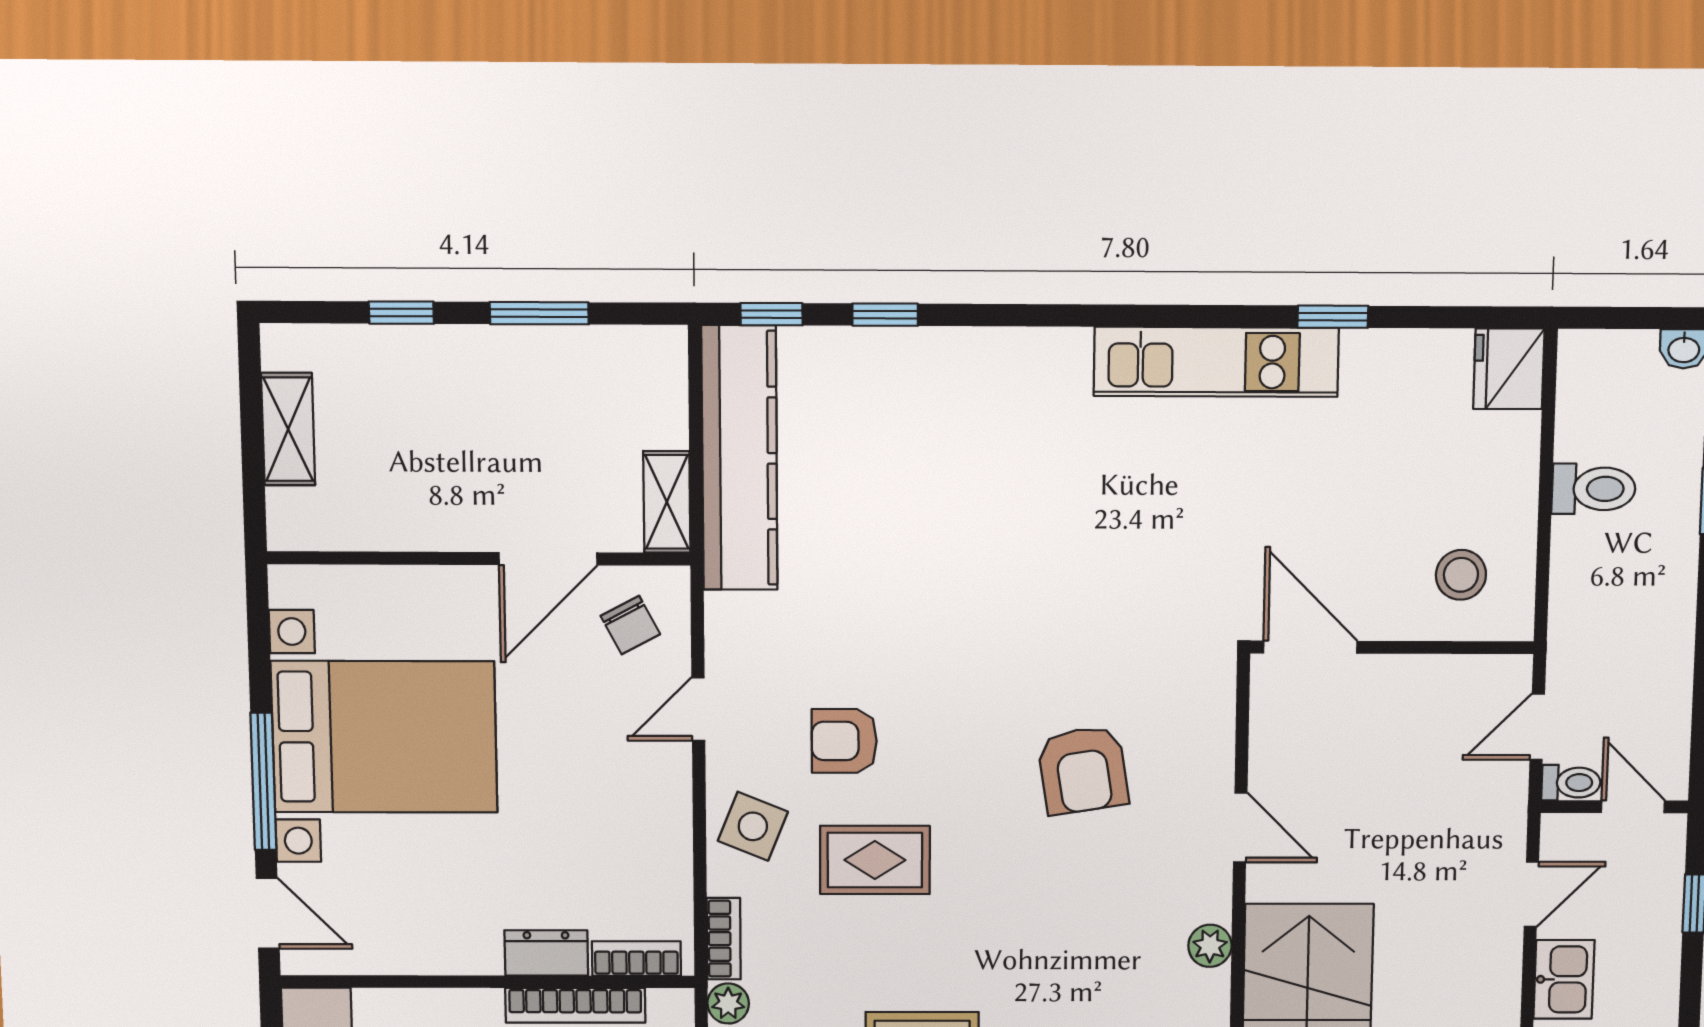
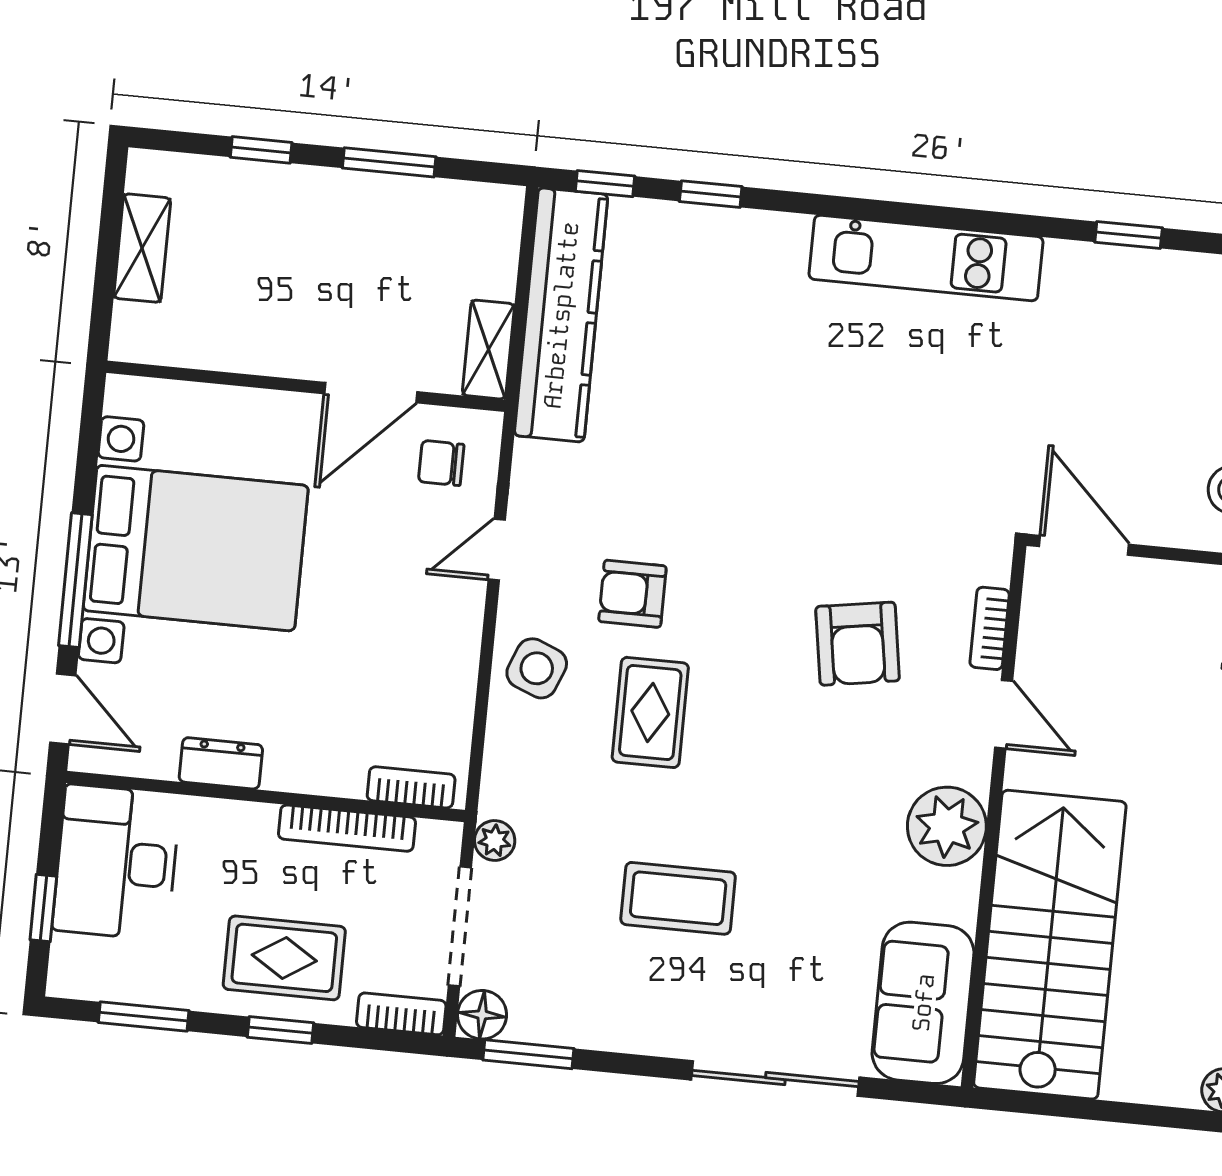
kitchen unit: (1216, 362) -> (926, 258), moved
chair: (630, 625) -> (441, 463), turned 118
rug: (875, 860) -> (650, 712), turned 90
bookcase: (724, 939) -> (990, 628), moved, turned 180
plant: (1210, 946) -> (947, 826), width x1.88, depth x1.88
dresser: (546, 953) -> (221, 763), moved

